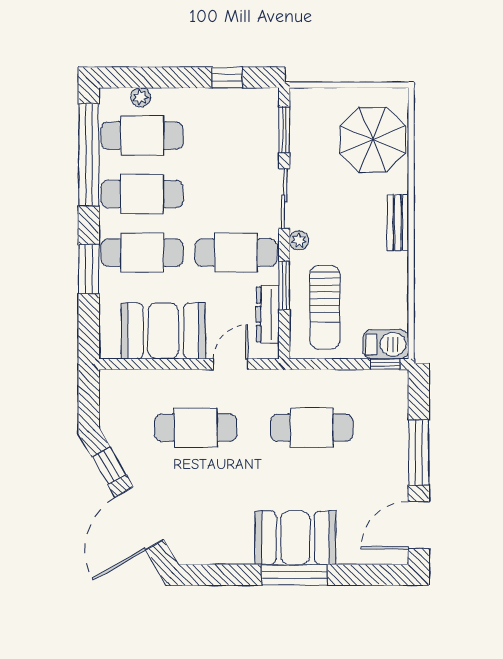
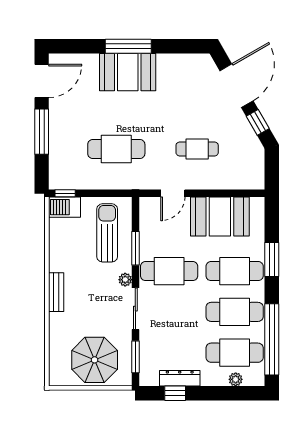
parasol: (373, 140) -> (95, 360), moved
dresser: (268, 314) -> (180, 378), moved, turned -90
cafe table: (196, 428) -> (197, 149), width x0.73, depth x0.74

